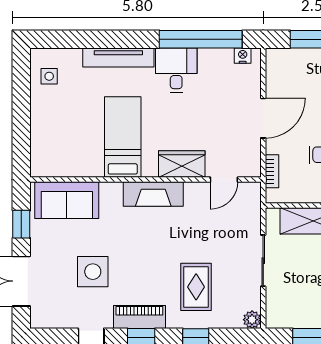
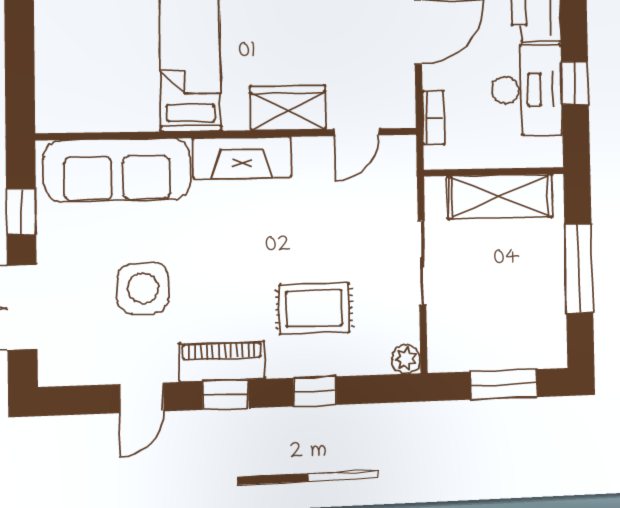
sofa: (67, 200) -> (117, 170), width x1.36
rug: (196, 287) -> (314, 309), turned 90

